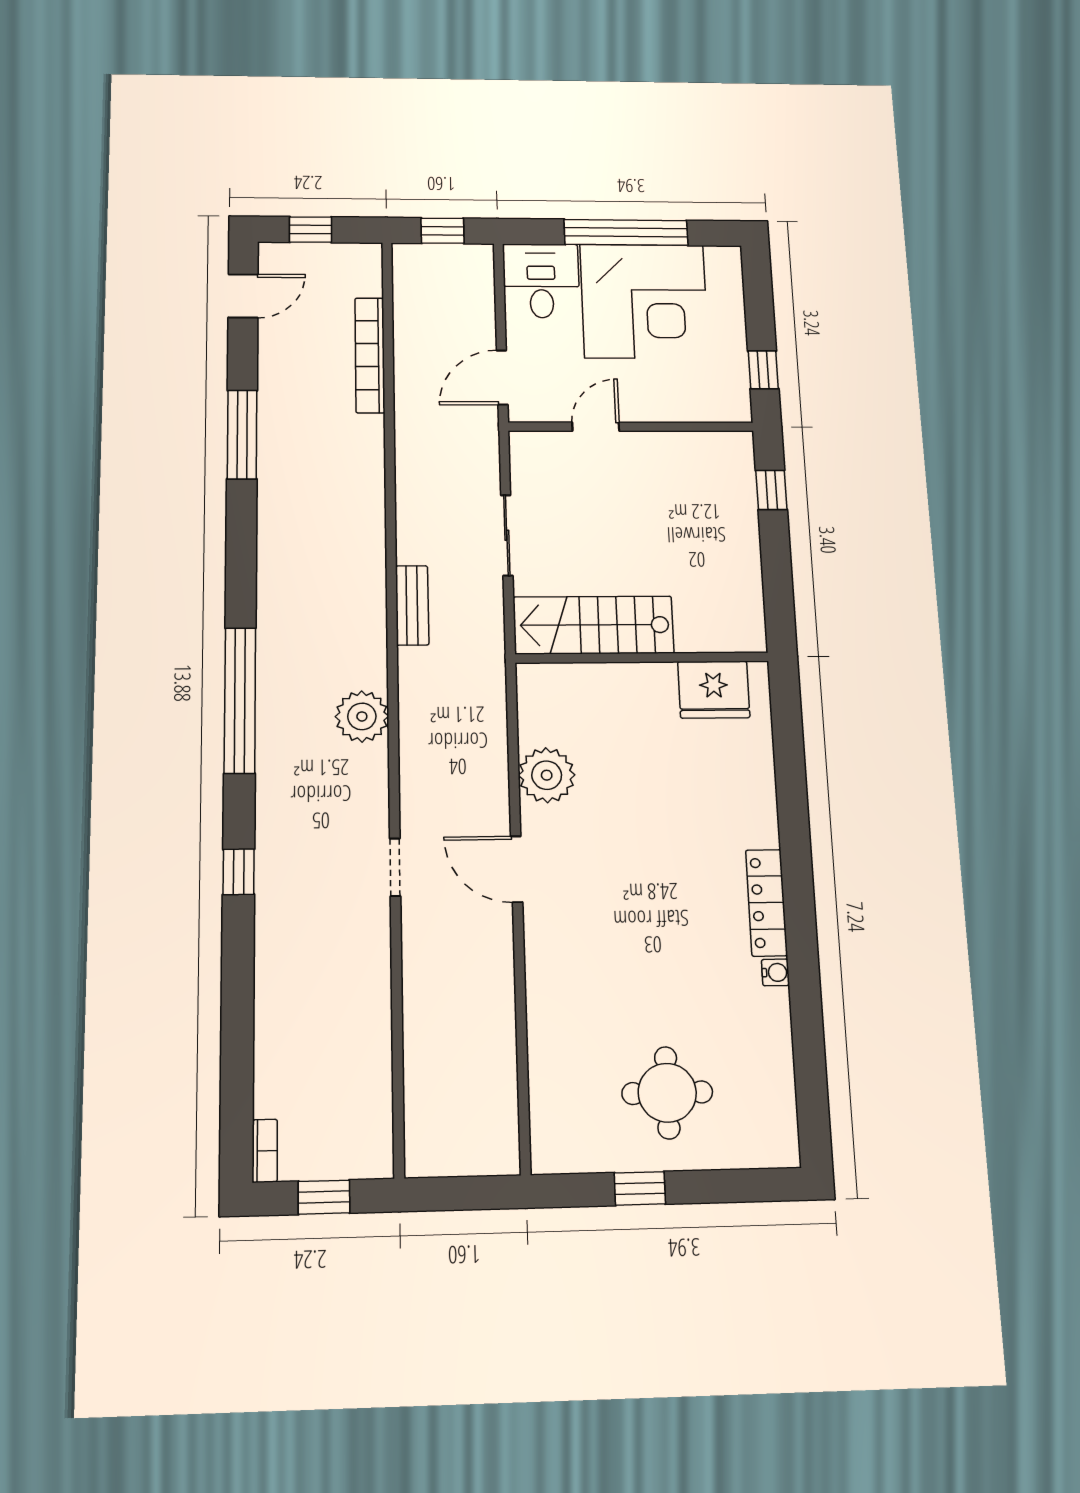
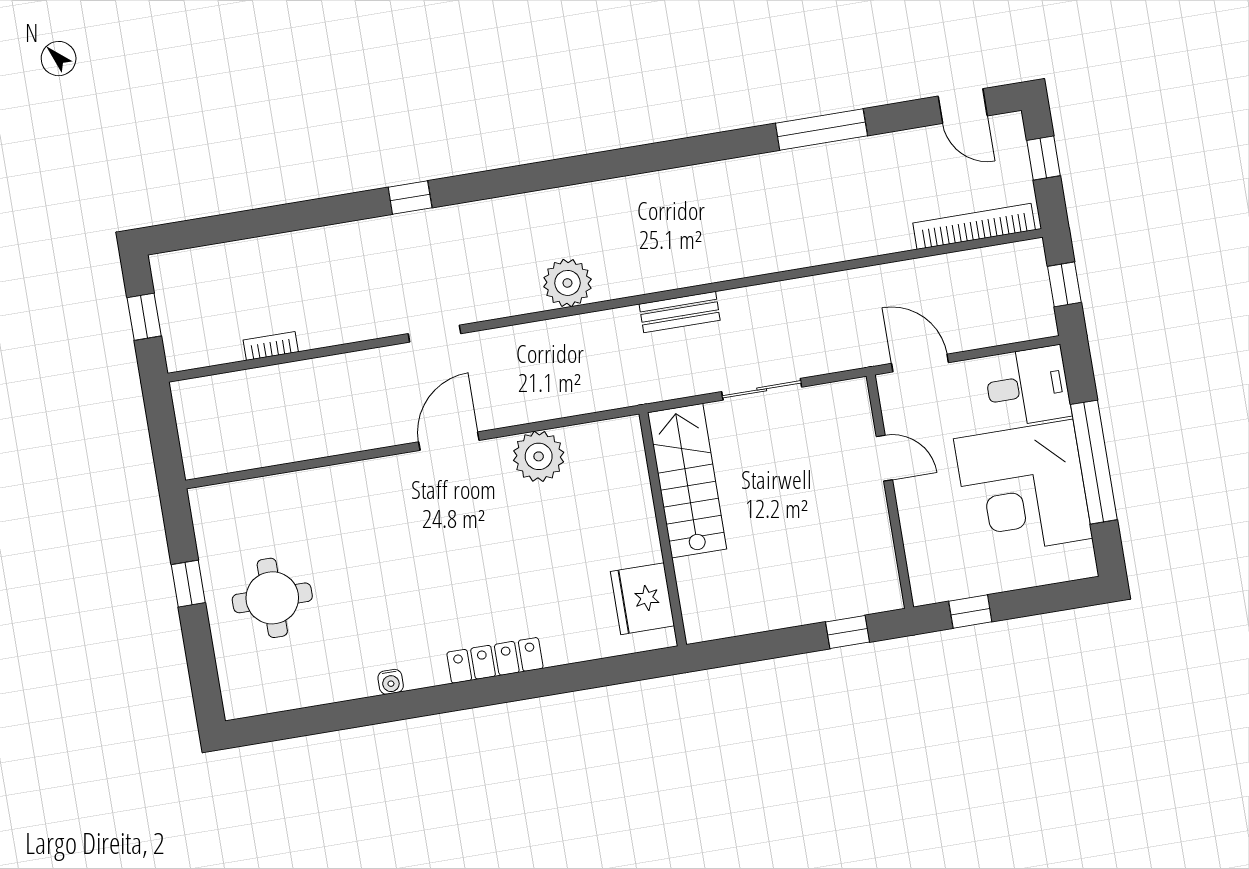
bookcase: (370, 355) -> (974, 226), moved
window: (240, 700) -> (566, 172), removed
locker: (766, 903) -> (495, 660), moved
bookcase: (265, 1151) -> (271, 346), moved, turned 180

